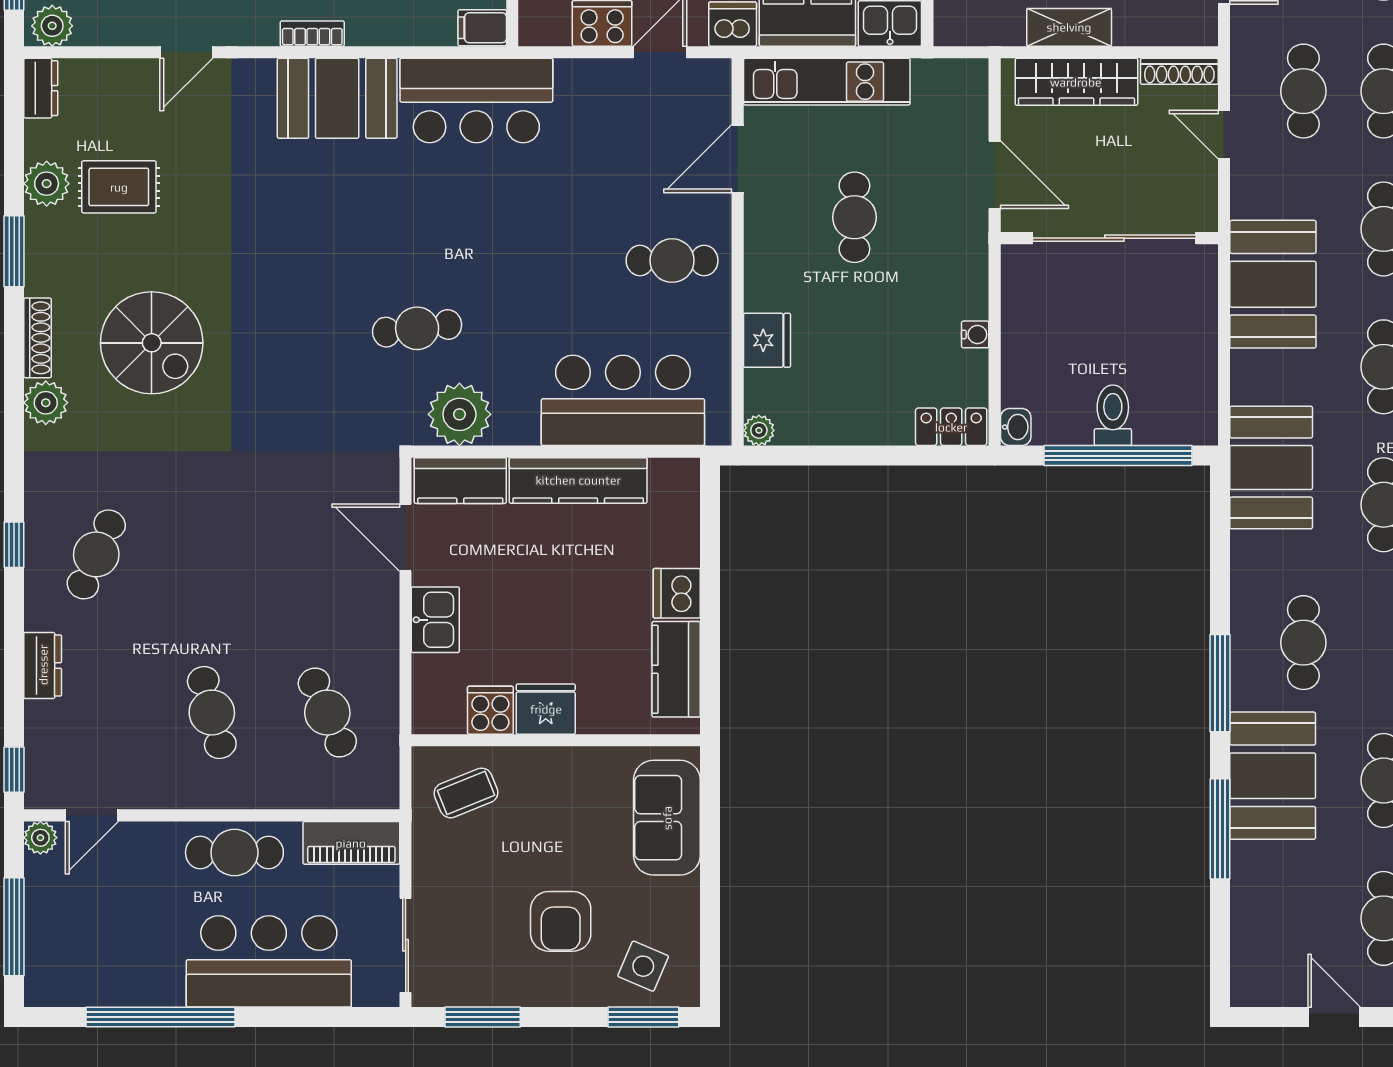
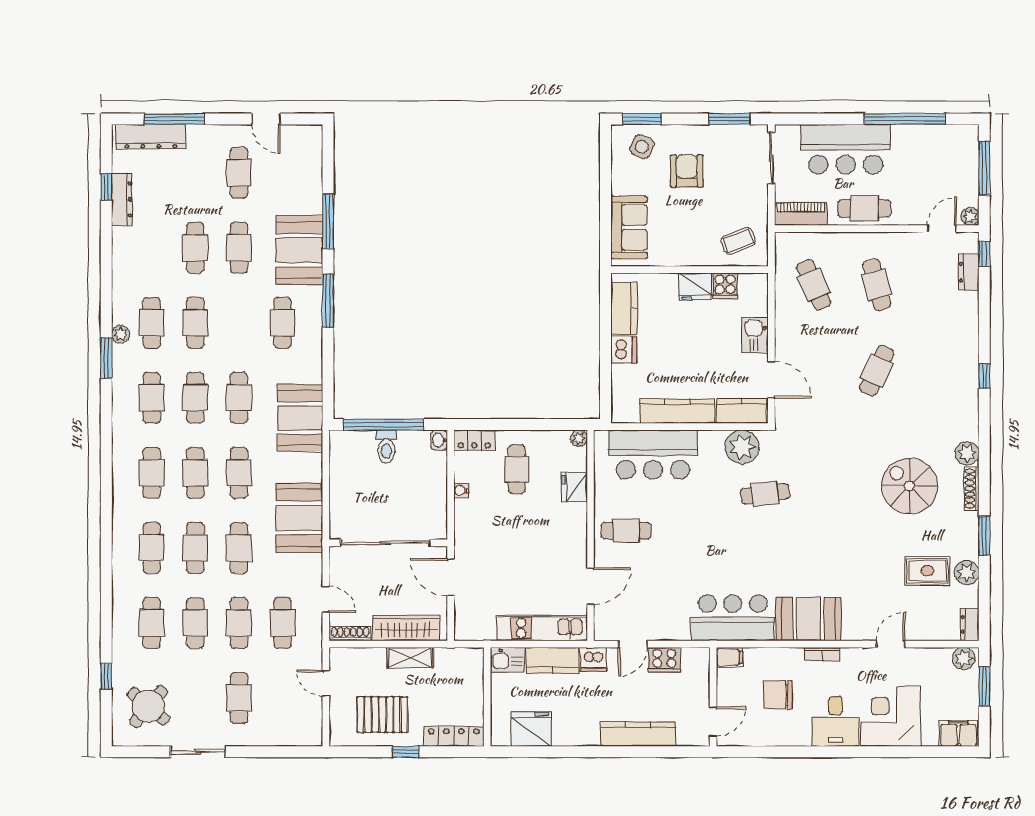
cafe table: (854, 217) -> (517, 469), moved
cafe table: (96, 554) -> (877, 371), moved
dresser: (43, 665) -> (969, 272), moved

